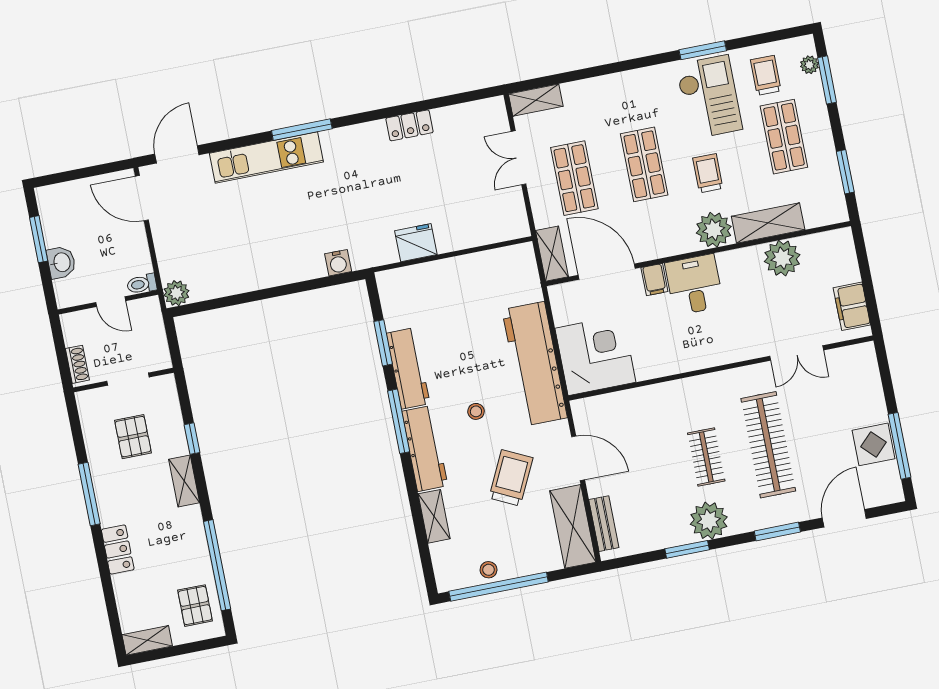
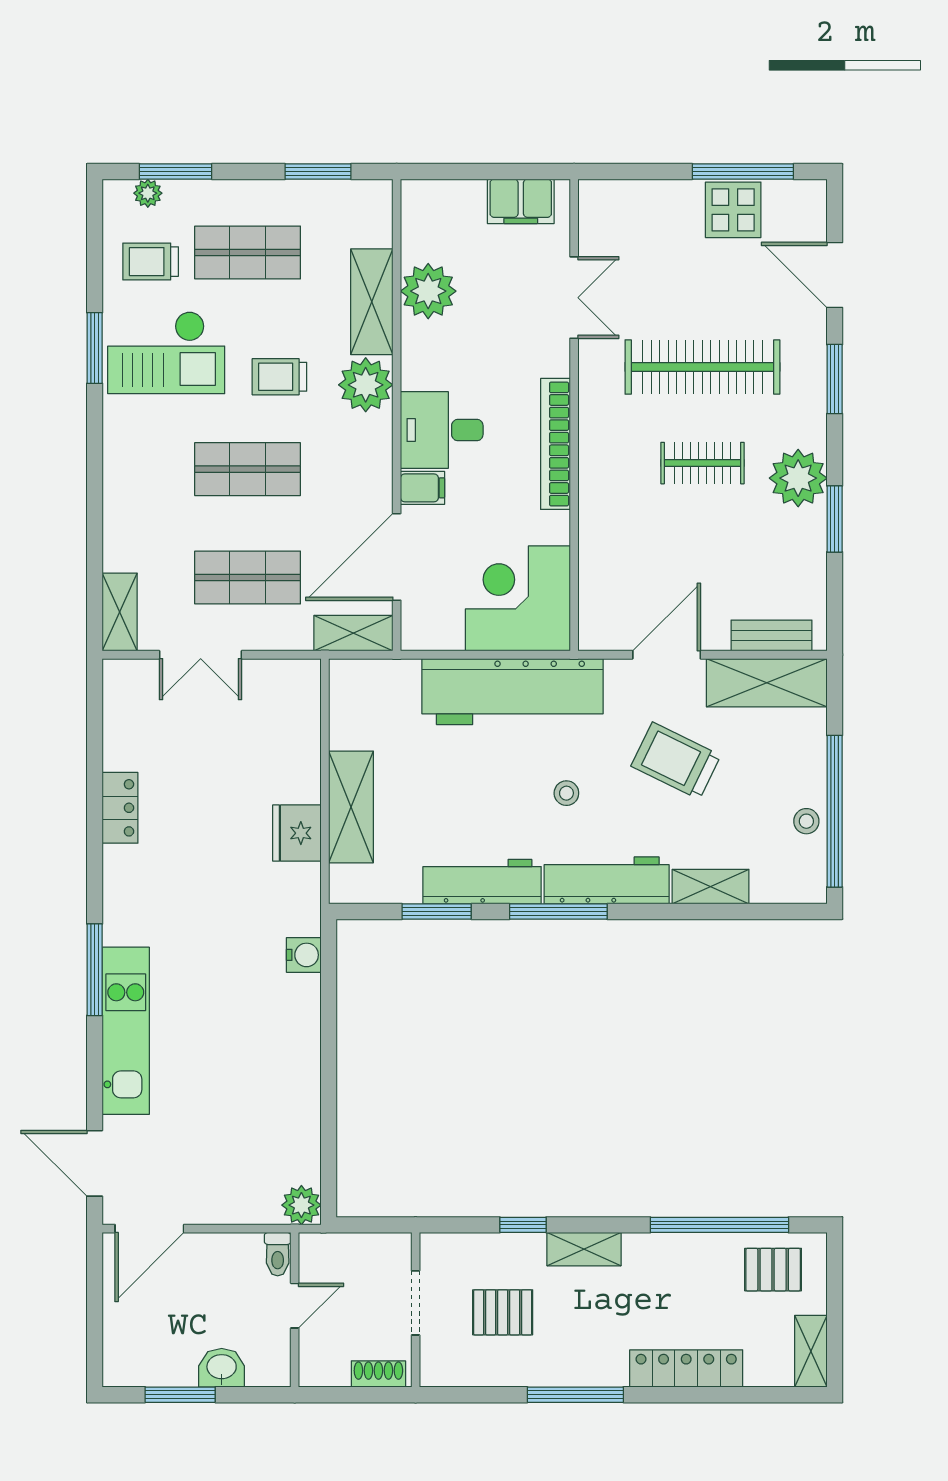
checkout: (709, 97) -> (166, 353), turned 180
shelving: (440, 274) -> (351, 807), added
bookcase: (700, 360) -> (555, 444), added
locker: (118, 550) -> (686, 1368), width x1.53

